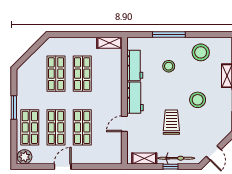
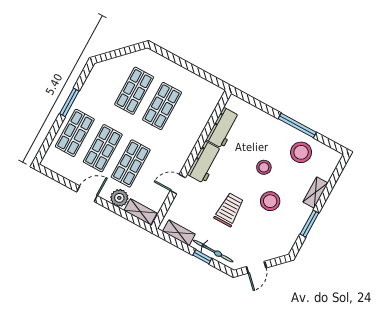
window: (169, 34) -> (297, 125), moved
shelving: (109, 43) -> (141, 212), moved
stool: (169, 66) -> (264, 167), moved
plant: (25, 157) -> (119, 198), moved

